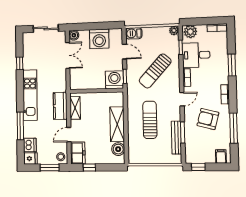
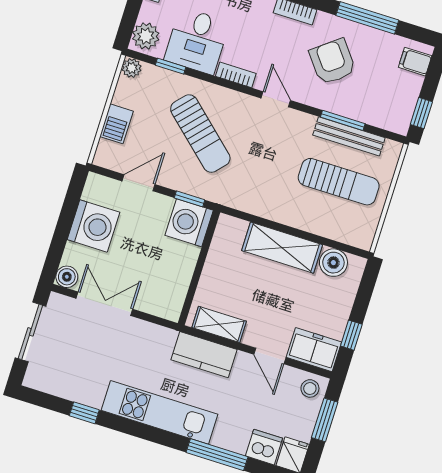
barbecue: (134, 33) -> (116, 124), moved
armchair: (208, 119) -> (333, 62), turned 127
sun lounger: (150, 120) -> (339, 182), moved, turned 180

